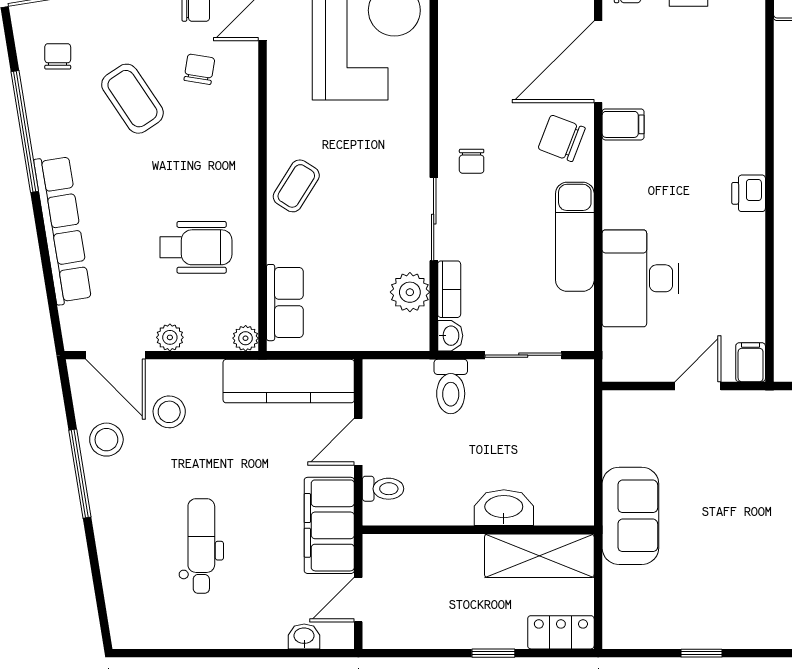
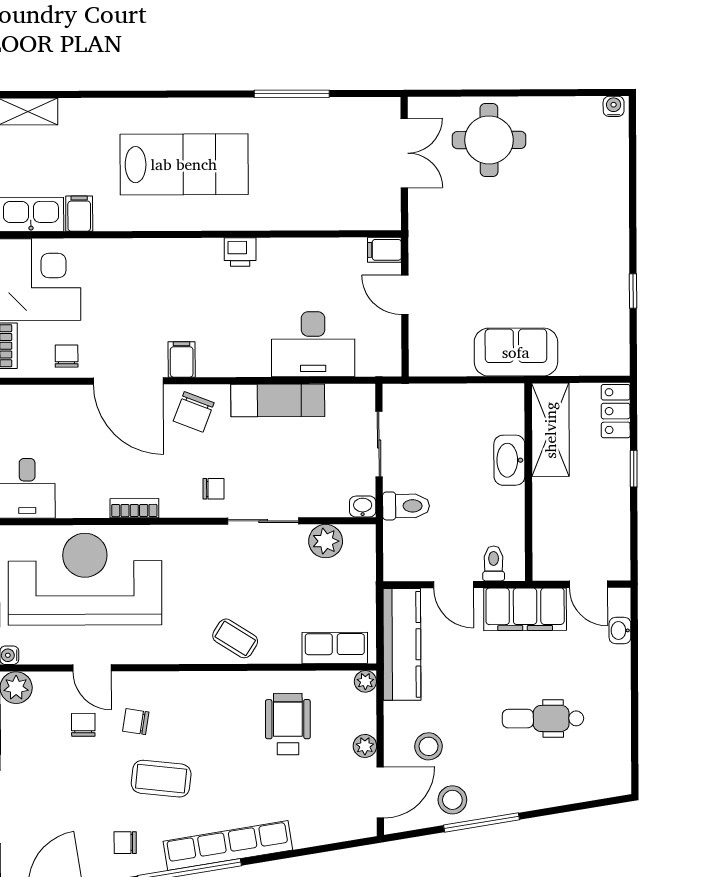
coffee table: (132, 99) -> (161, 779), turned 40
row of seats: (62, 230) -> (228, 846), moved
bookcase: (449, 289) -> (134, 508), moved

